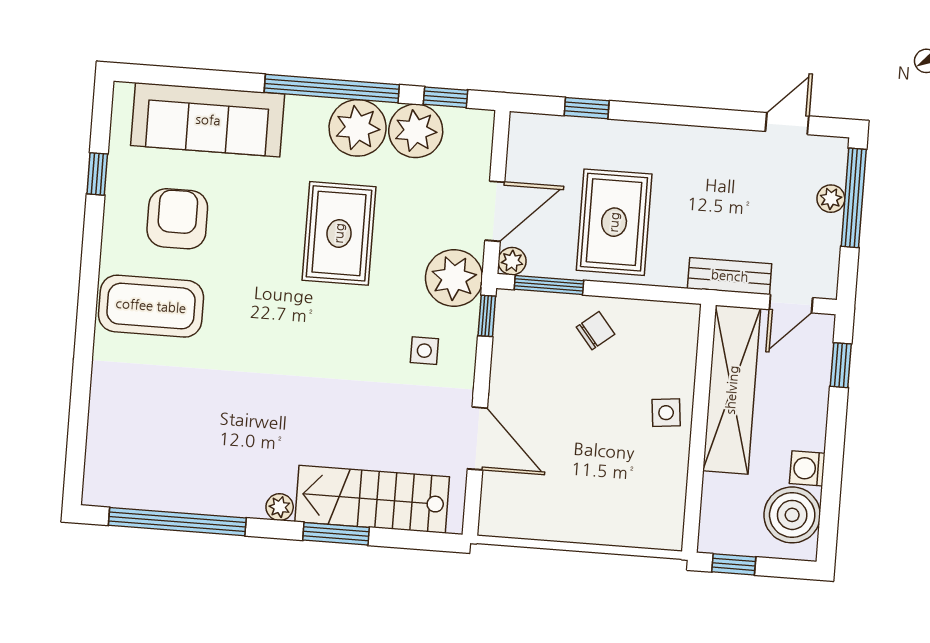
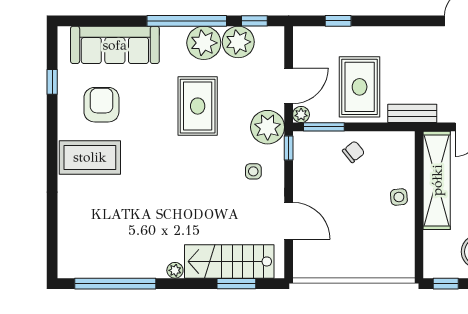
bench: (730, 276) -> (412, 113), moved
window: (336, 534) -> (236, 284), moved

